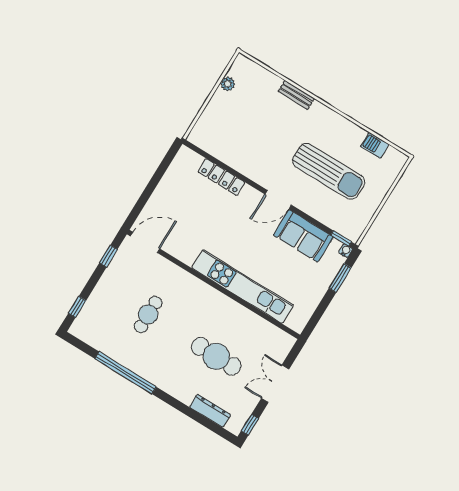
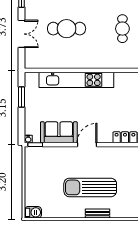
bench: (296, 95) -> (97, 214), moved
barbecue: (375, 145) -> (33, 212), moved
sun lounger: (329, 171) -> (90, 187), moved
window: (340, 278) -> (21, 97), moved

